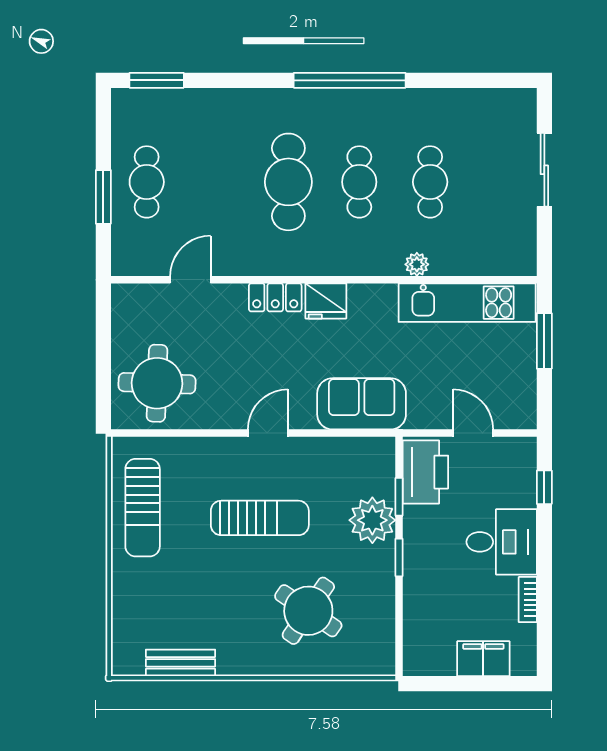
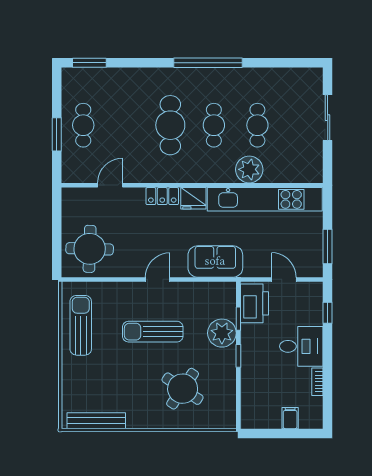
plant: (417, 264) -> (249, 169), width x1.87, depth x1.87
kitchen unit: (467, 303) -> (265, 199), width x1.36
window: (544, 341) -> (328, 246), moved
sun lounger: (143, 508) -> (81, 325), turned 180
sun lounger: (260, 518) -> (153, 332), turned 180
filing cabinet: (483, 659) -> (290, 418), width x0.50
bench: (180, 663) -> (96, 421), width x1.36

